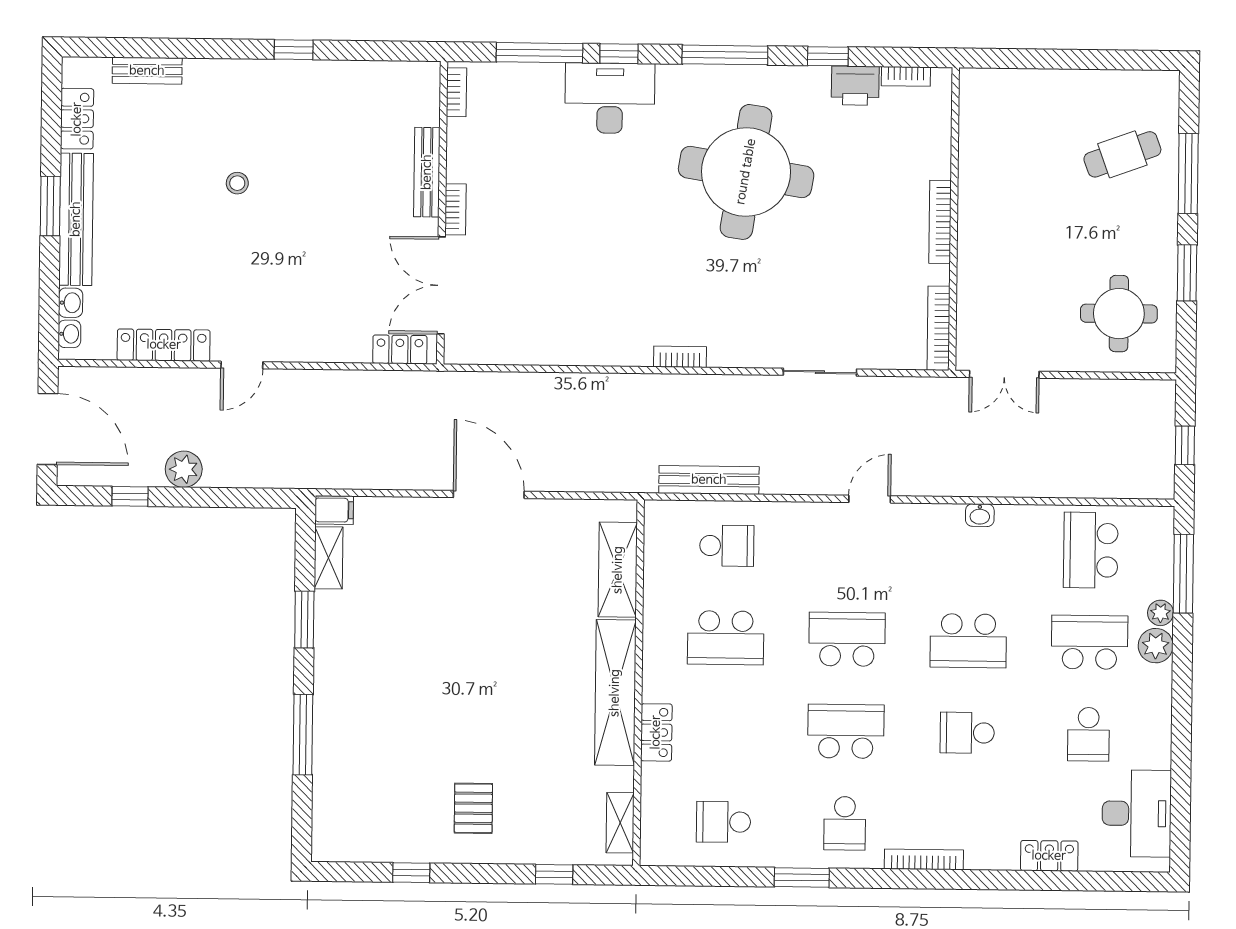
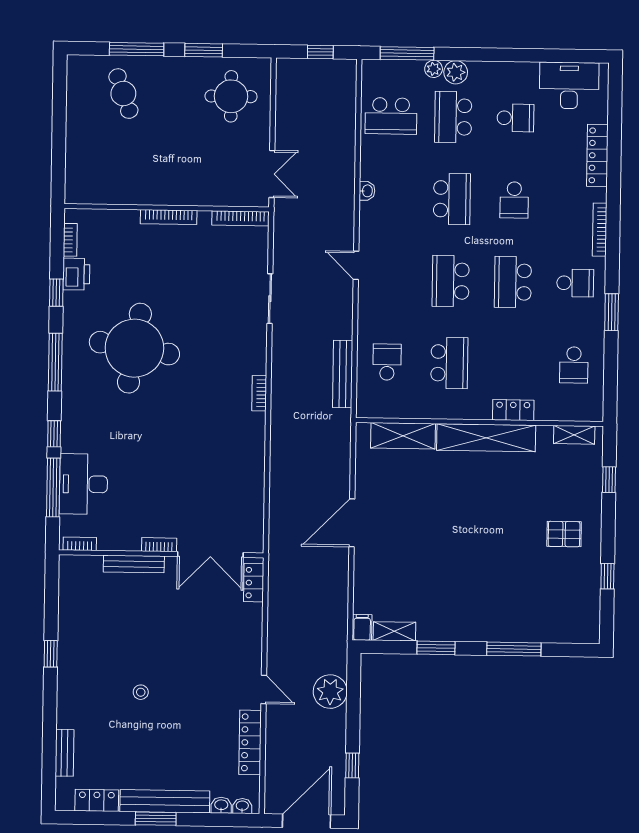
desk: (610, 98) -> (83, 484), moved
plant: (184, 469) -> (330, 692), moved, width x1.36, depth x1.36
locker: (1049, 856) -> (597, 155), width x1.53

